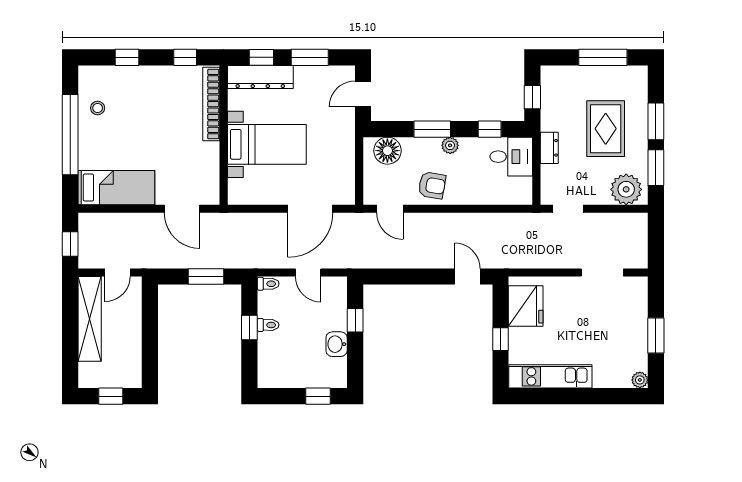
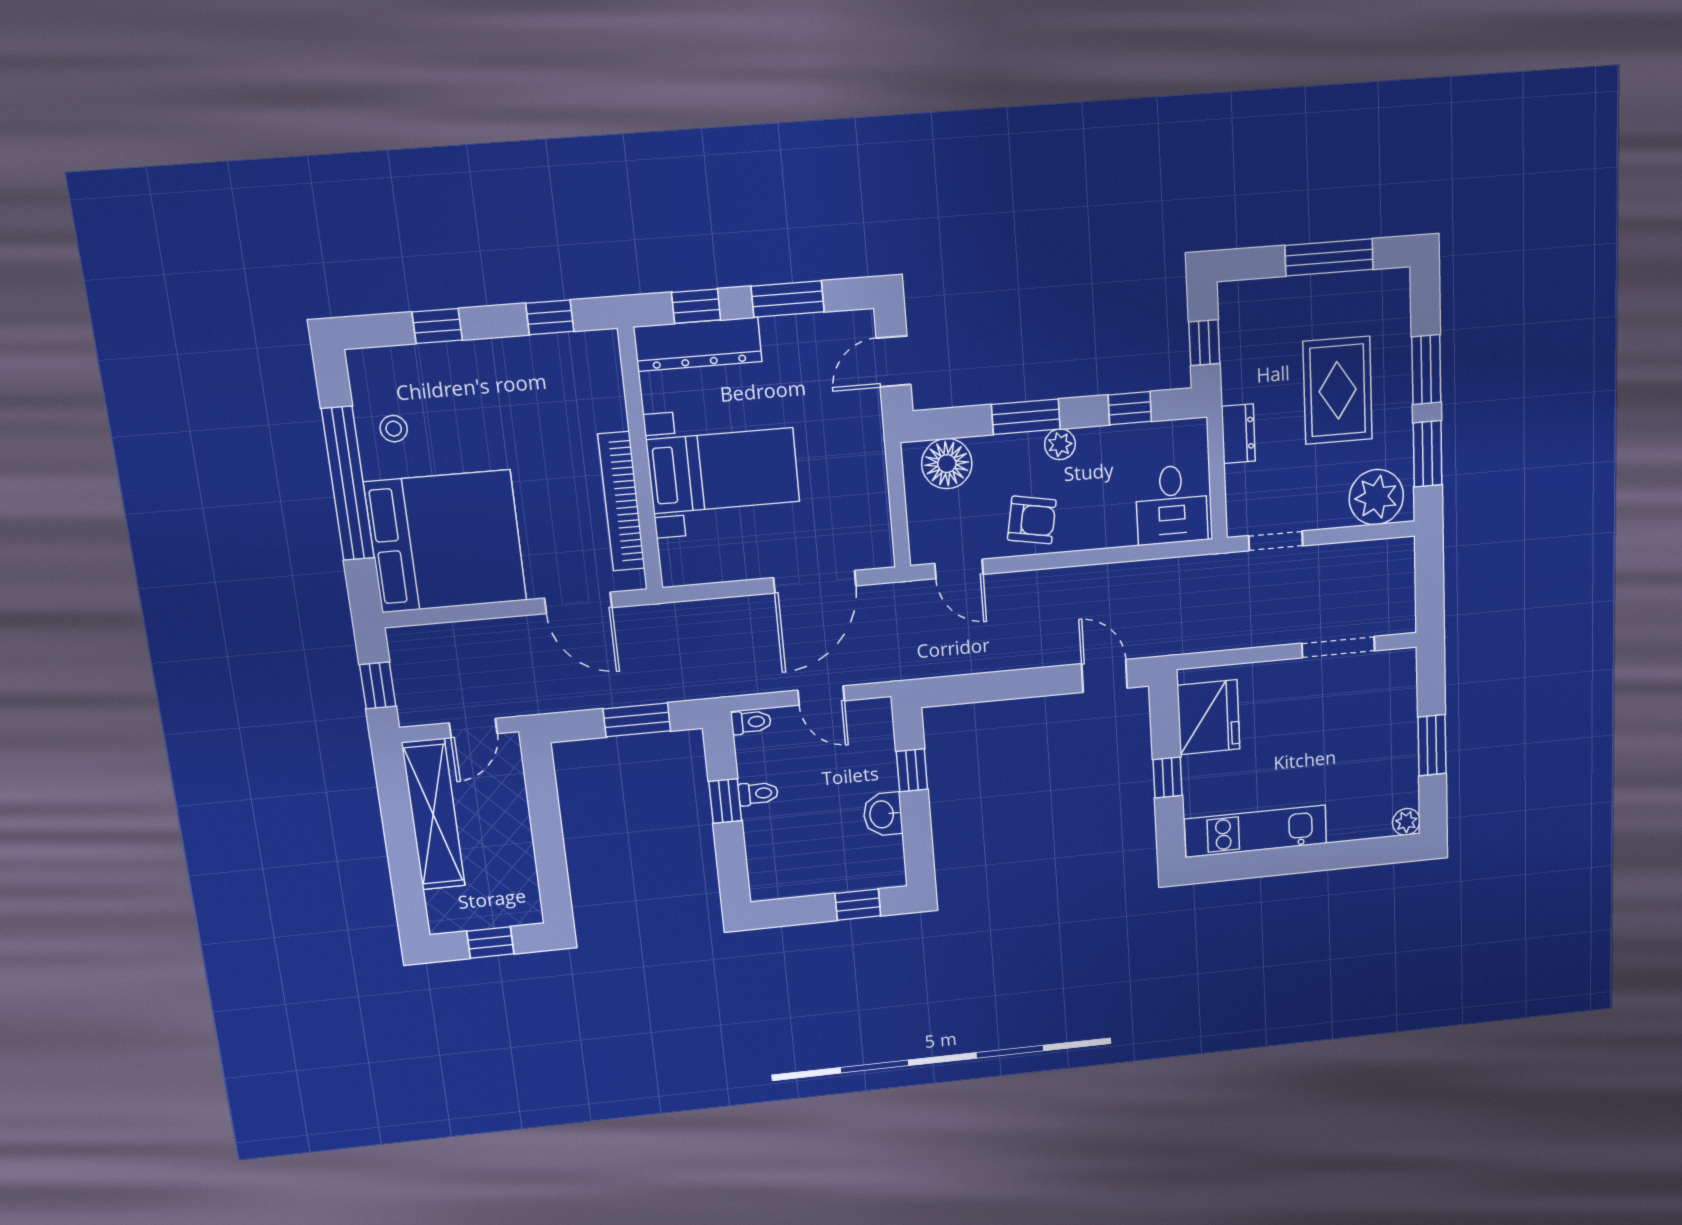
bookcase: (211, 104) -> (621, 502), moved
desk: (511, 157) -> (1172, 505), moved, turned 90
bed: (116, 188) -> (446, 542), width x2.04

